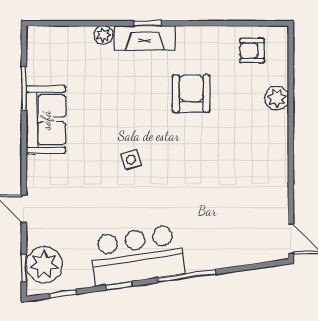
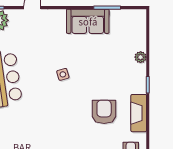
fireplace: (145, 38) -> (139, 113), moved
armchair: (191, 94) -> (104, 112), turned -90

